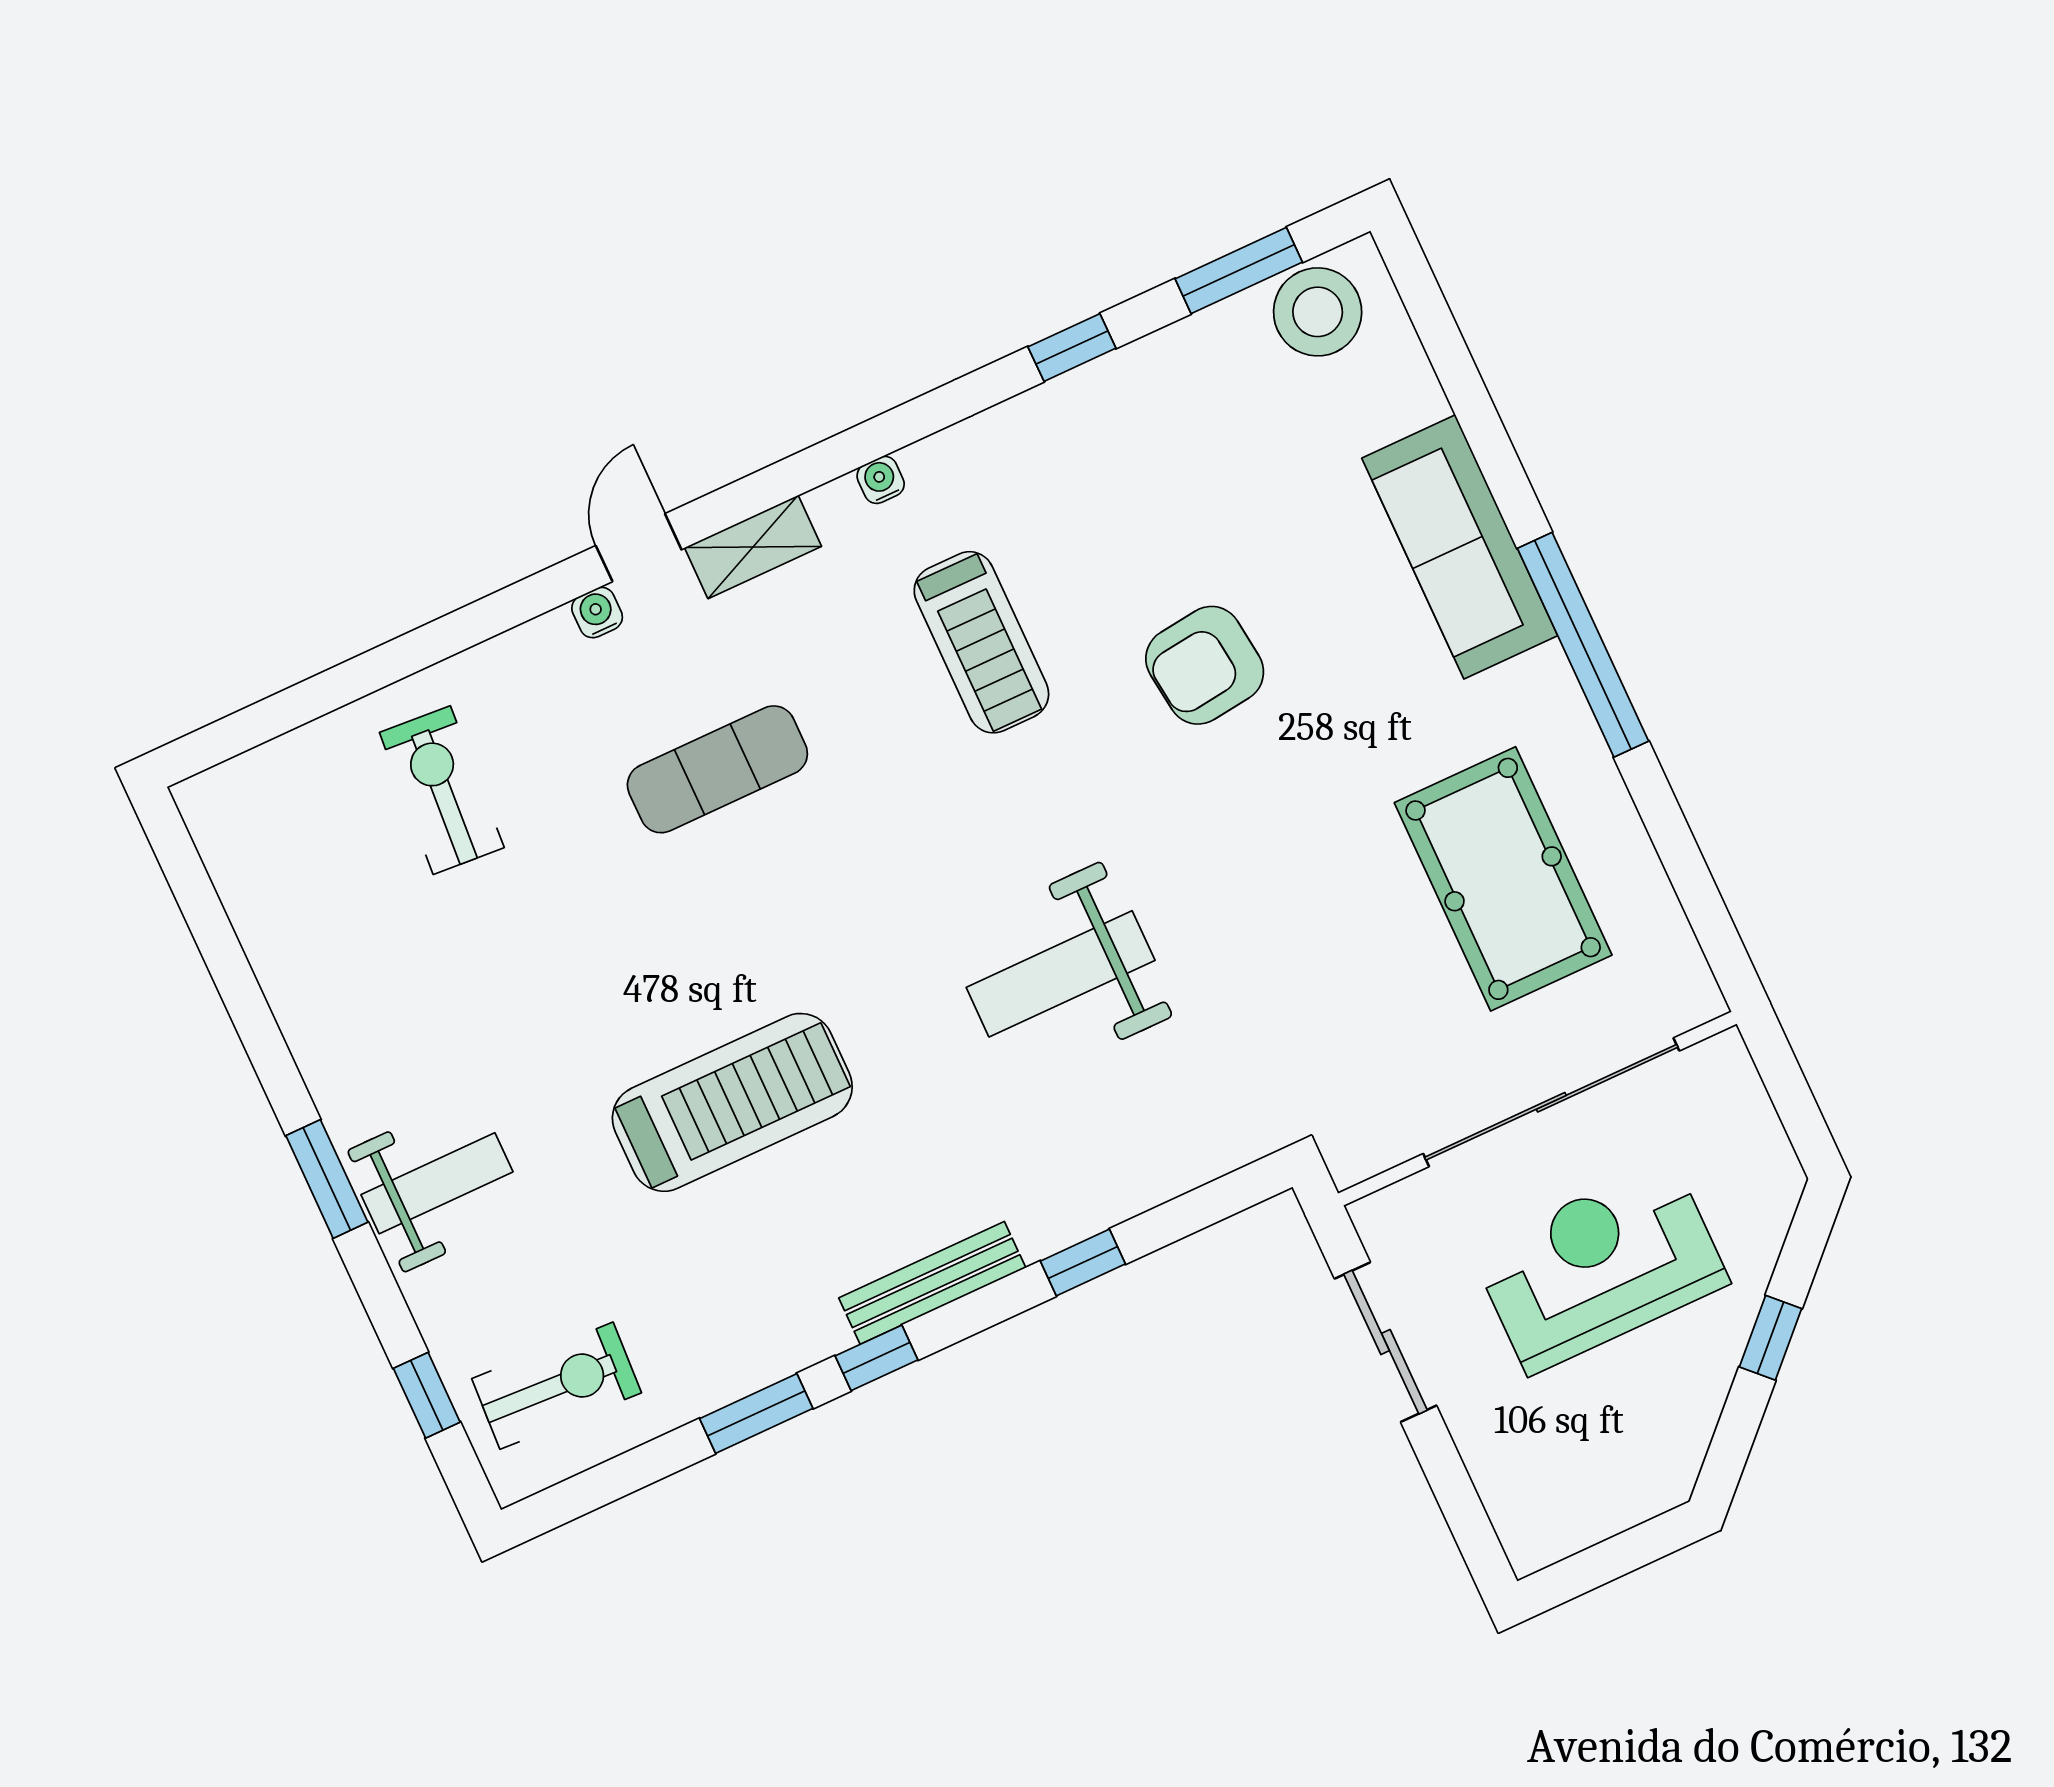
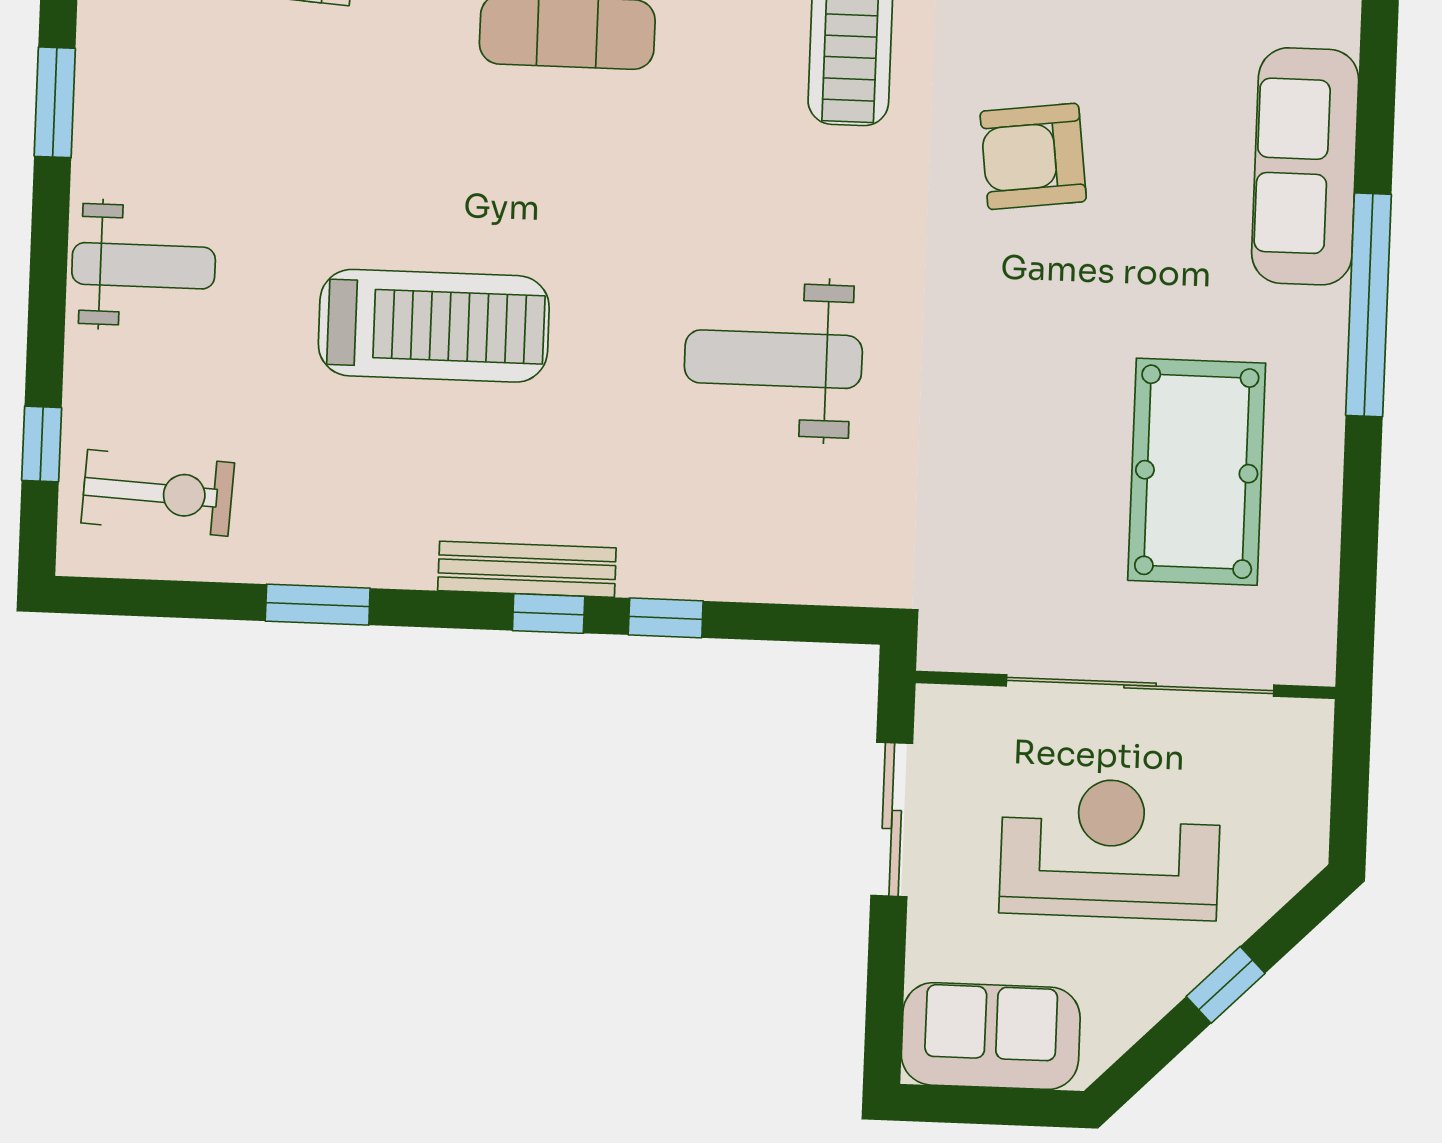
window: (327, 1179) -> (55, 102), moved
window: (876, 1358) -> (549, 613), moved
sofa: (1578, 1495) -> (991, 1036), added

